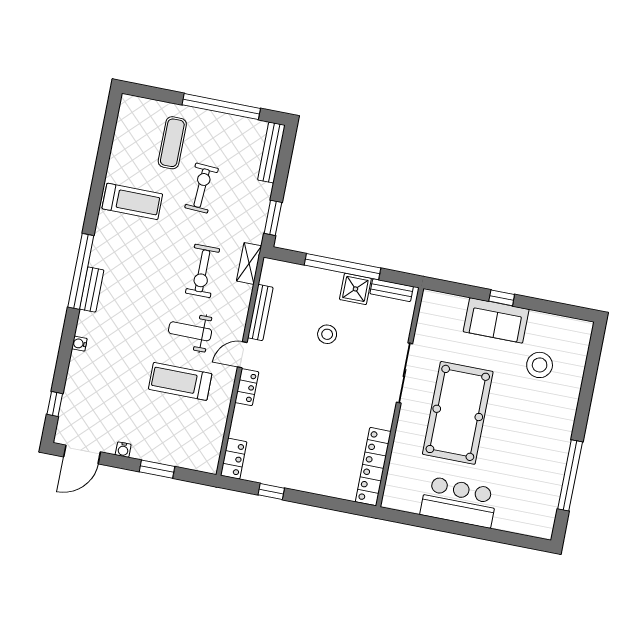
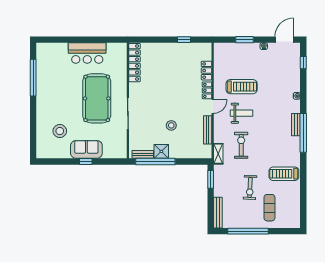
window: (342, 267) -> (155, 162), moved
locker: (234, 459) -> (206, 71), moved

